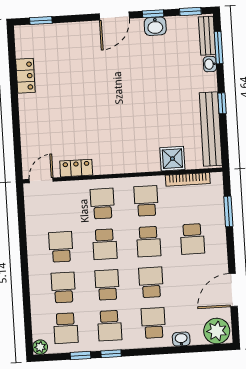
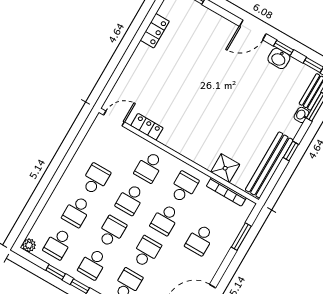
school desk: (102, 203) -> (149, 167), turned 180
school desk: (63, 287) -> (77, 211), turned 180

